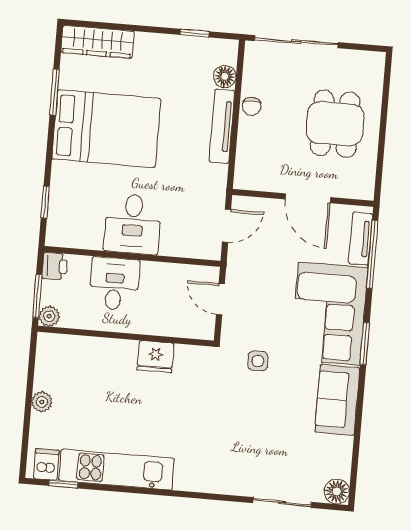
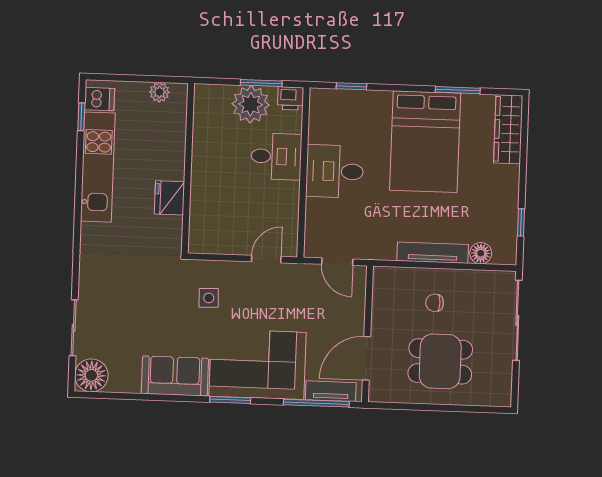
chair: (252, 106) -> (435, 303), moved
door: (308, 198) -> (367, 358), moved
plant: (49, 316) -> (251, 104), width x1.87, depth x1.87
wall: (126, 336) -> (188, 168), moved
fridge: (155, 357) -> (169, 198), moved
floor lamp: (337, 491) -> (91, 375), width x1.38, depth x1.38

